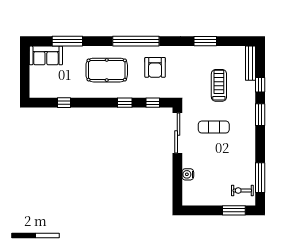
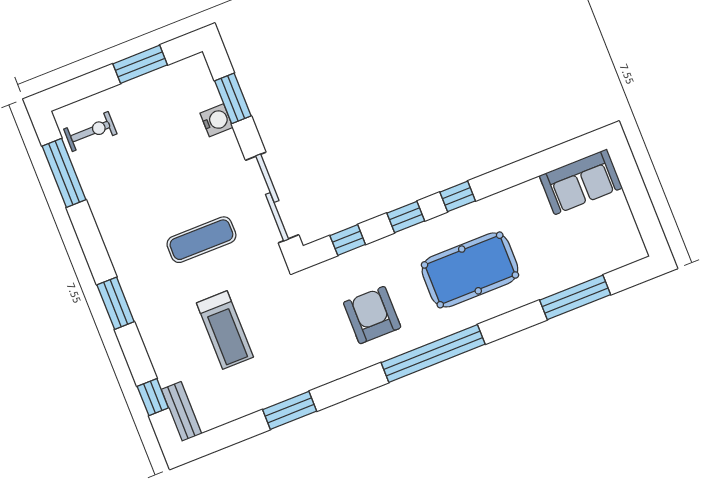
sofa: (46, 55) -> (581, 182), moved, turned 180
bench: (251, 63) -> (181, 412), width x0.73
window: (260, 85) -> (153, 397), moved
window: (64, 103) -> (458, 196), moved
window: (177, 181) -> (233, 98), added
window: (234, 210) -> (140, 64), moved

